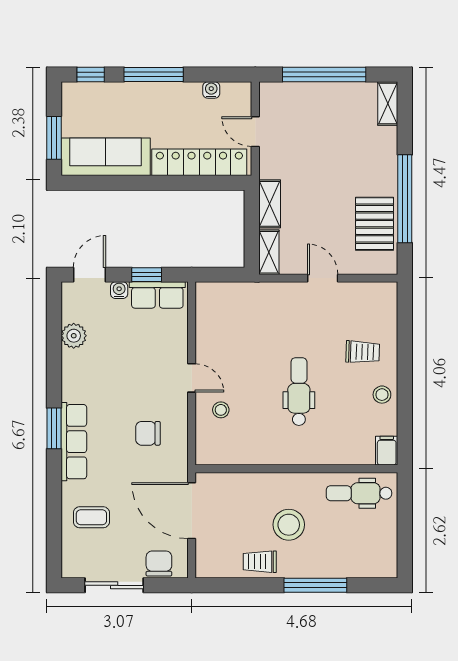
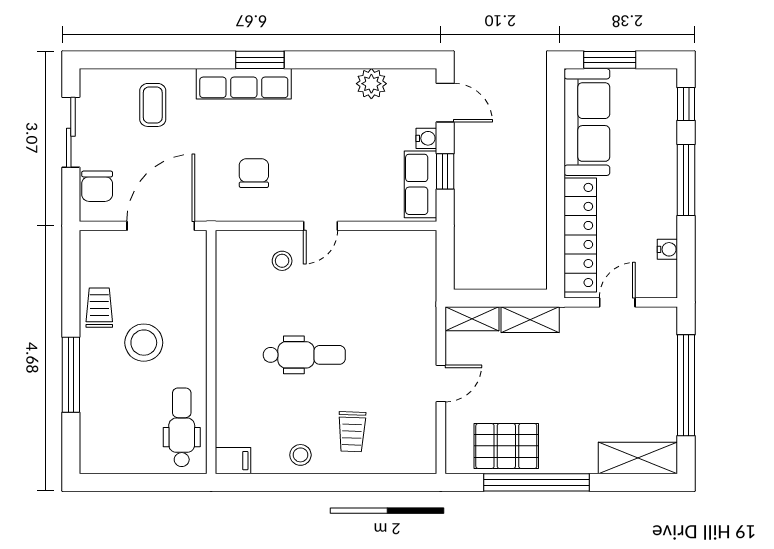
shelving: (388, 104) -> (638, 458), width x1.50, depth x1.33
chair: (159, 563) -> (97, 186), turned 90

